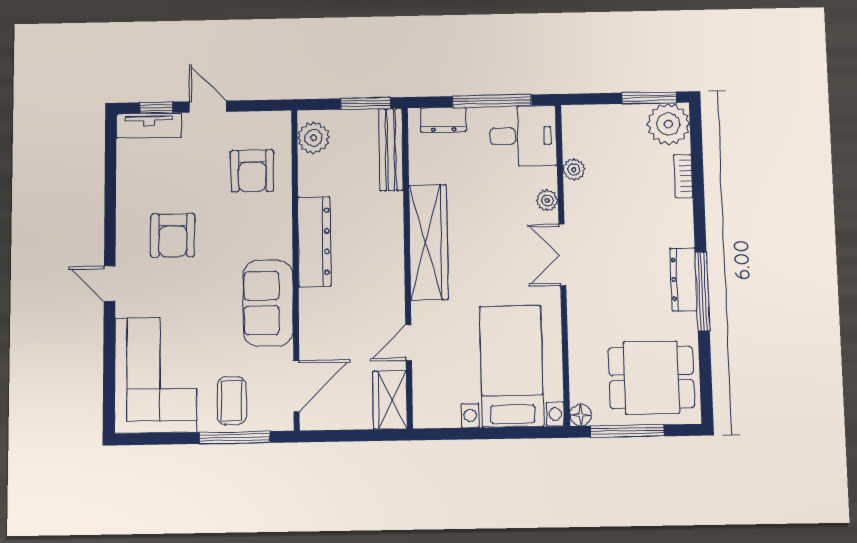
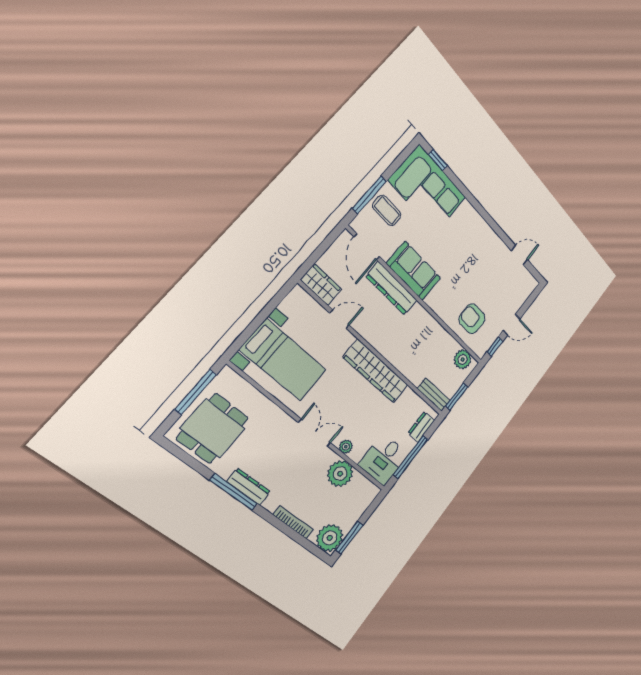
window: (156, 108) -> (495, 347), moved
tv unit: (149, 126) -> (525, 292), removed
bench: (391, 149) -> (434, 395), width x0.73
plant: (574, 169) -> (340, 474), width x1.87, depth x1.87
bookcase: (683, 176) -> (293, 522), width x1.56
armchair: (173, 235) -> (476, 258), removed
dresser: (314, 241) -> (392, 288), moved
door: (110, 284) -> (519, 255), moved
door: (409, 343) -> (339, 319), hinge flipped
window: (109, 394) -> (438, 160), added
floor lamp: (581, 415) -> (227, 374), removed

